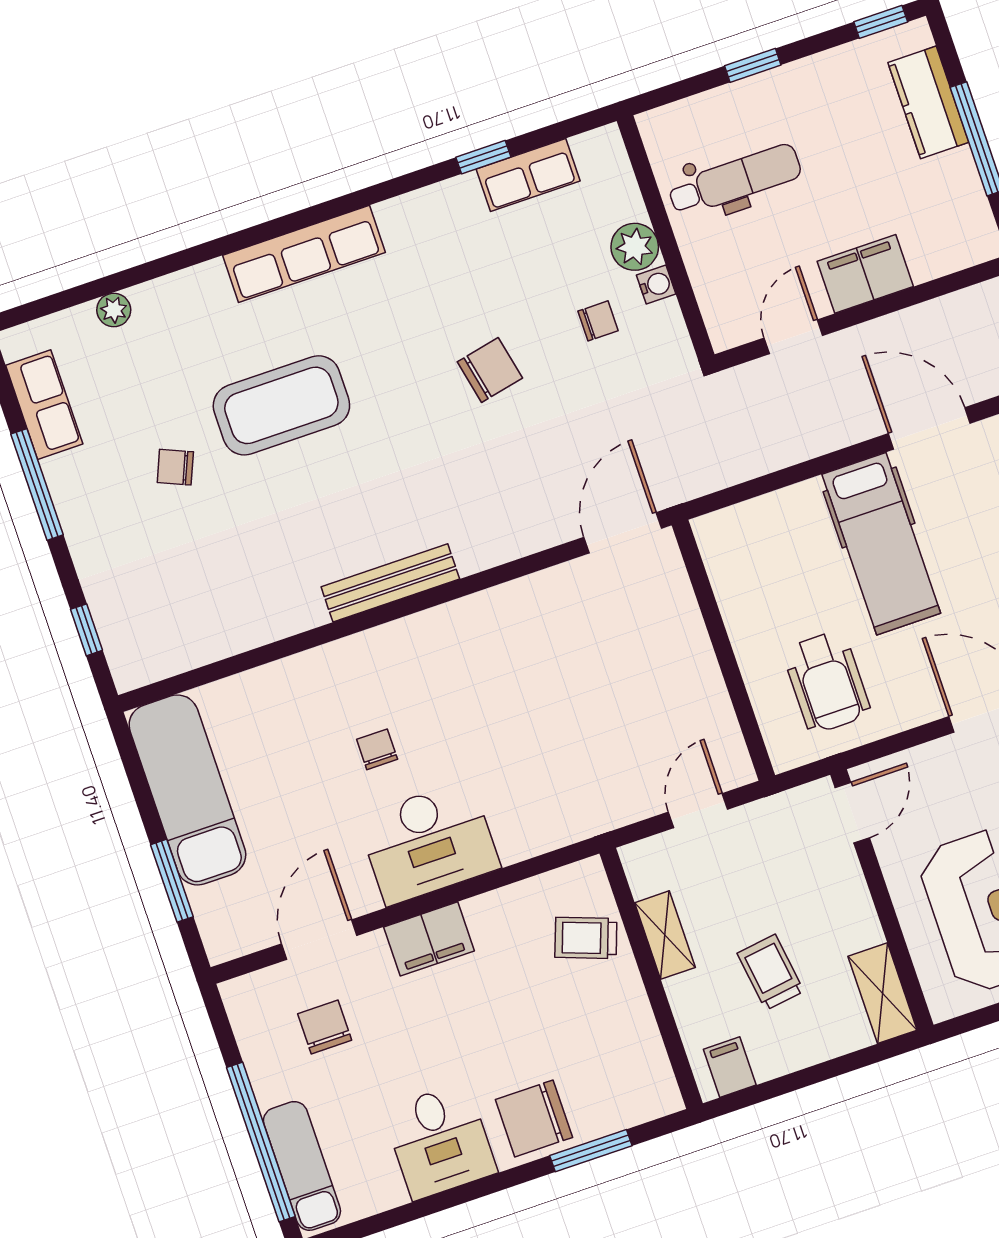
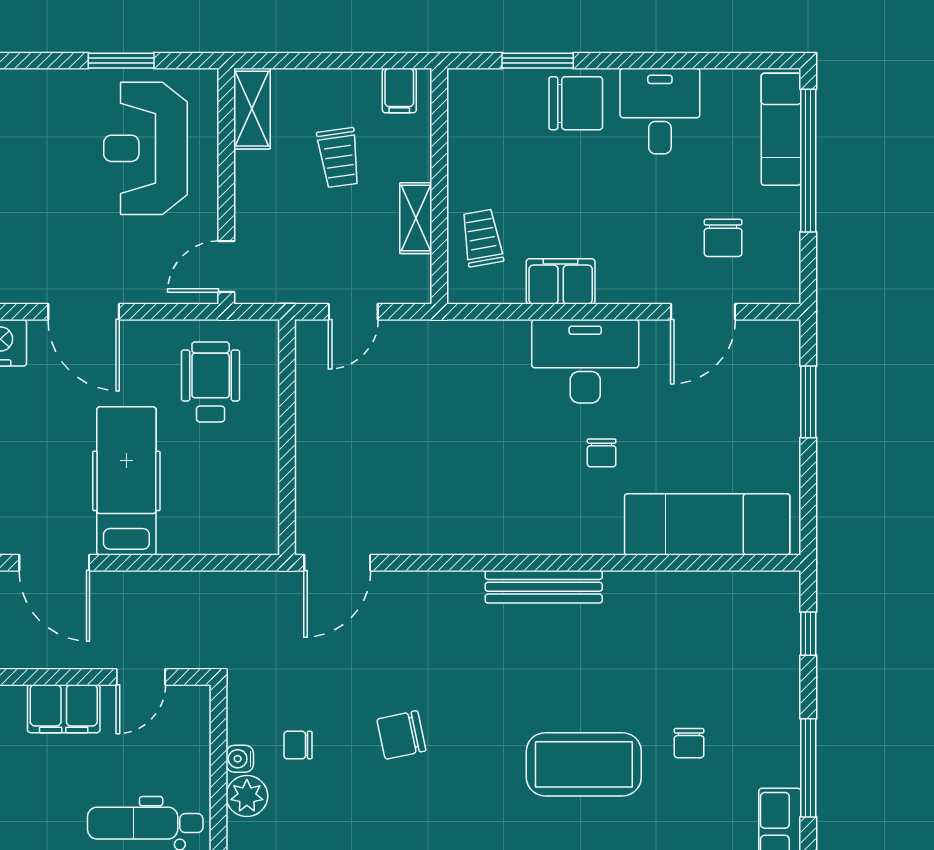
chair: (175, 467) -> (689, 743), turned 67
exam couch: (187, 790) -> (707, 524), moved, turned 90
trolley: (586, 938) -> (482, 238), turned -120
filing cabinet: (429, 939) -> (561, 281), moved

